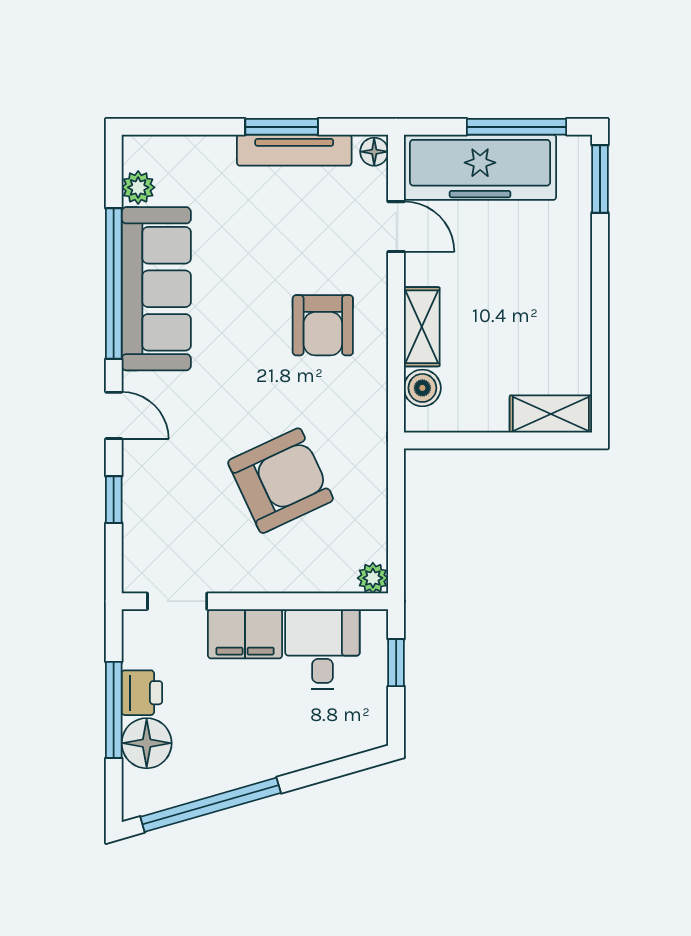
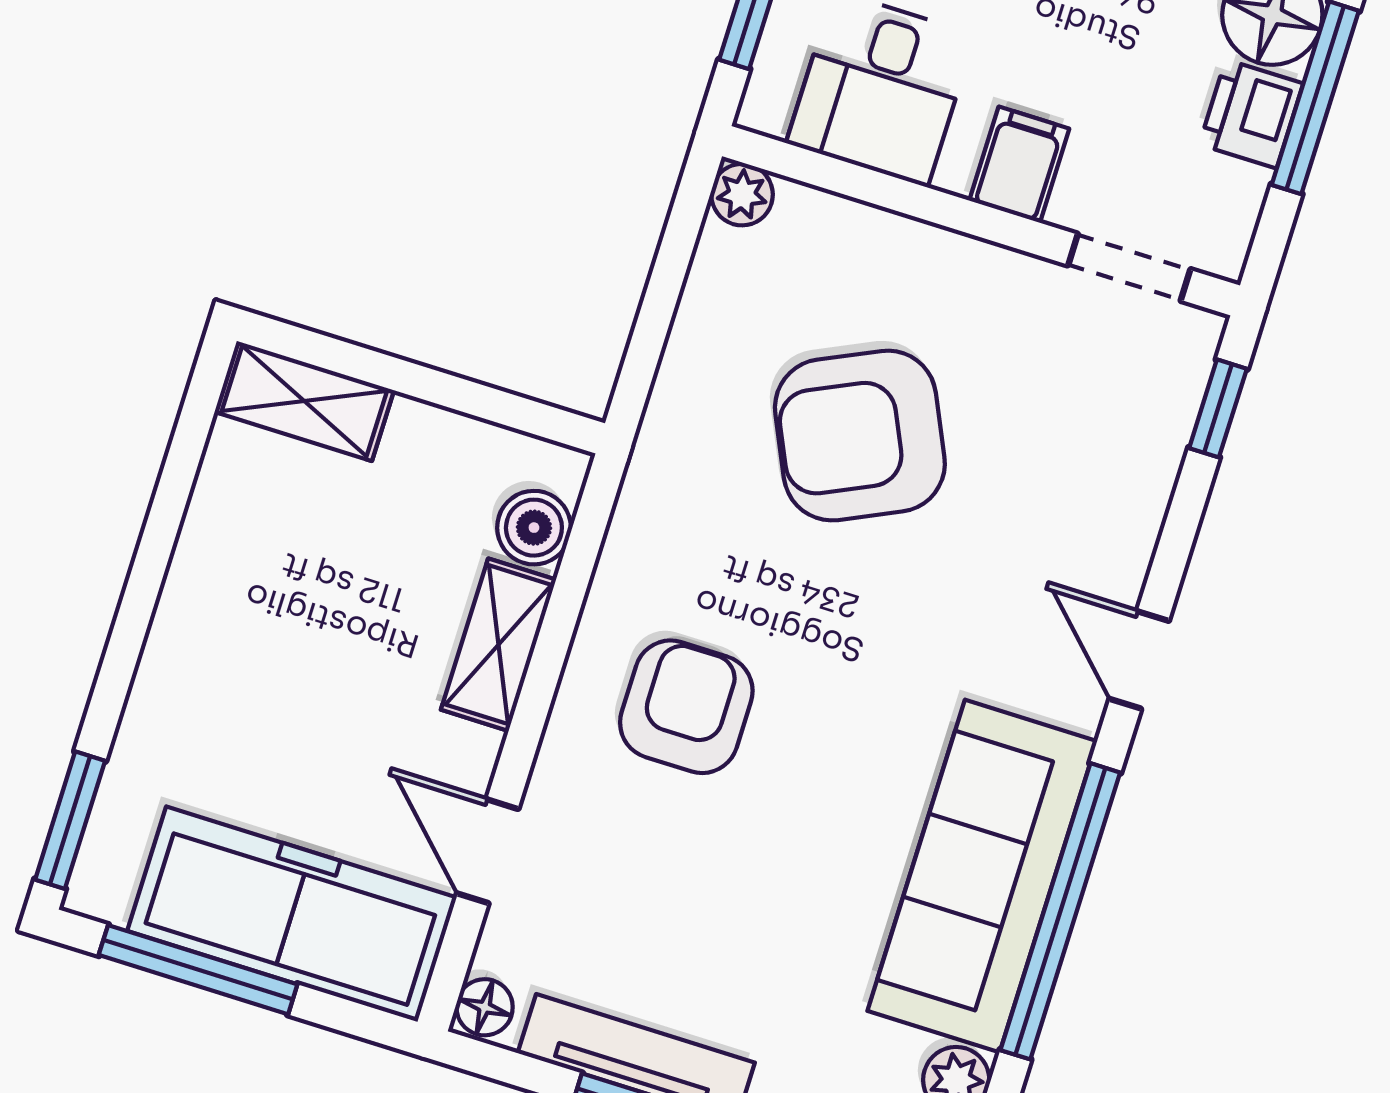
window: (114, 500) -> (1218, 408), moved
filing cabinet: (245, 634) -> (1019, 165), width x0.50

